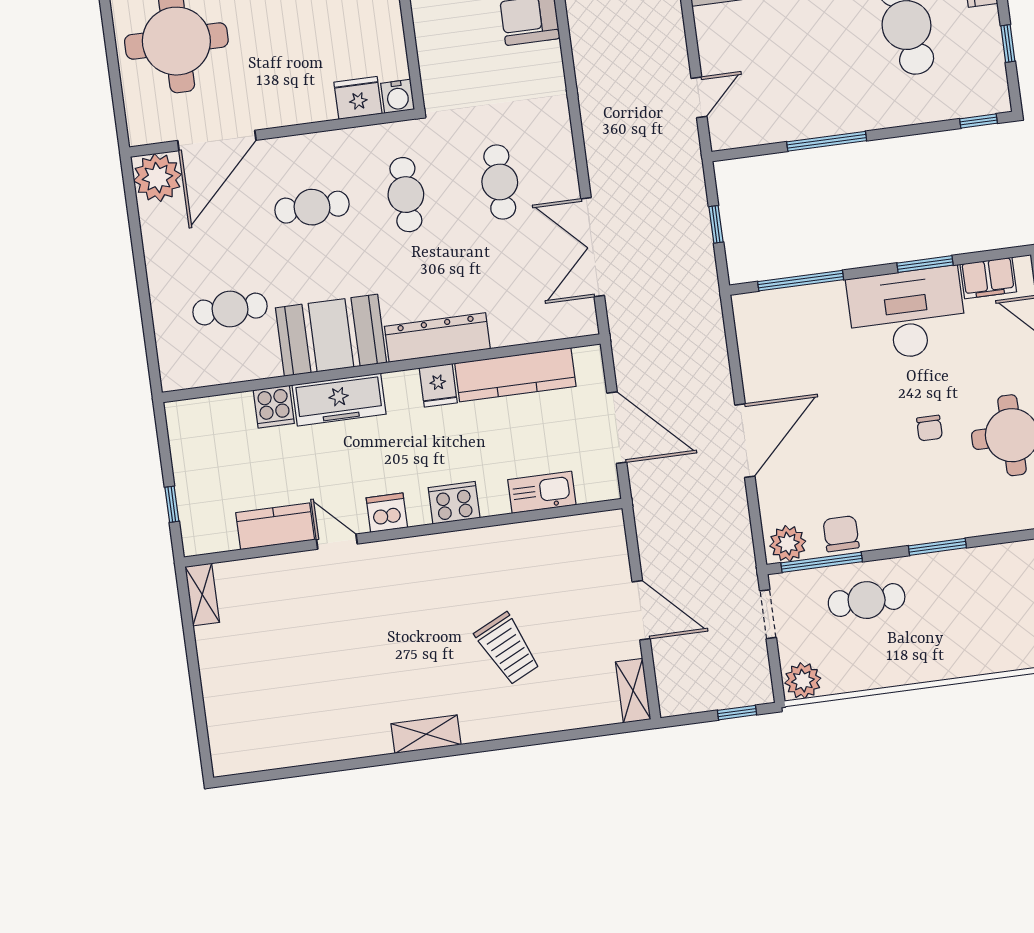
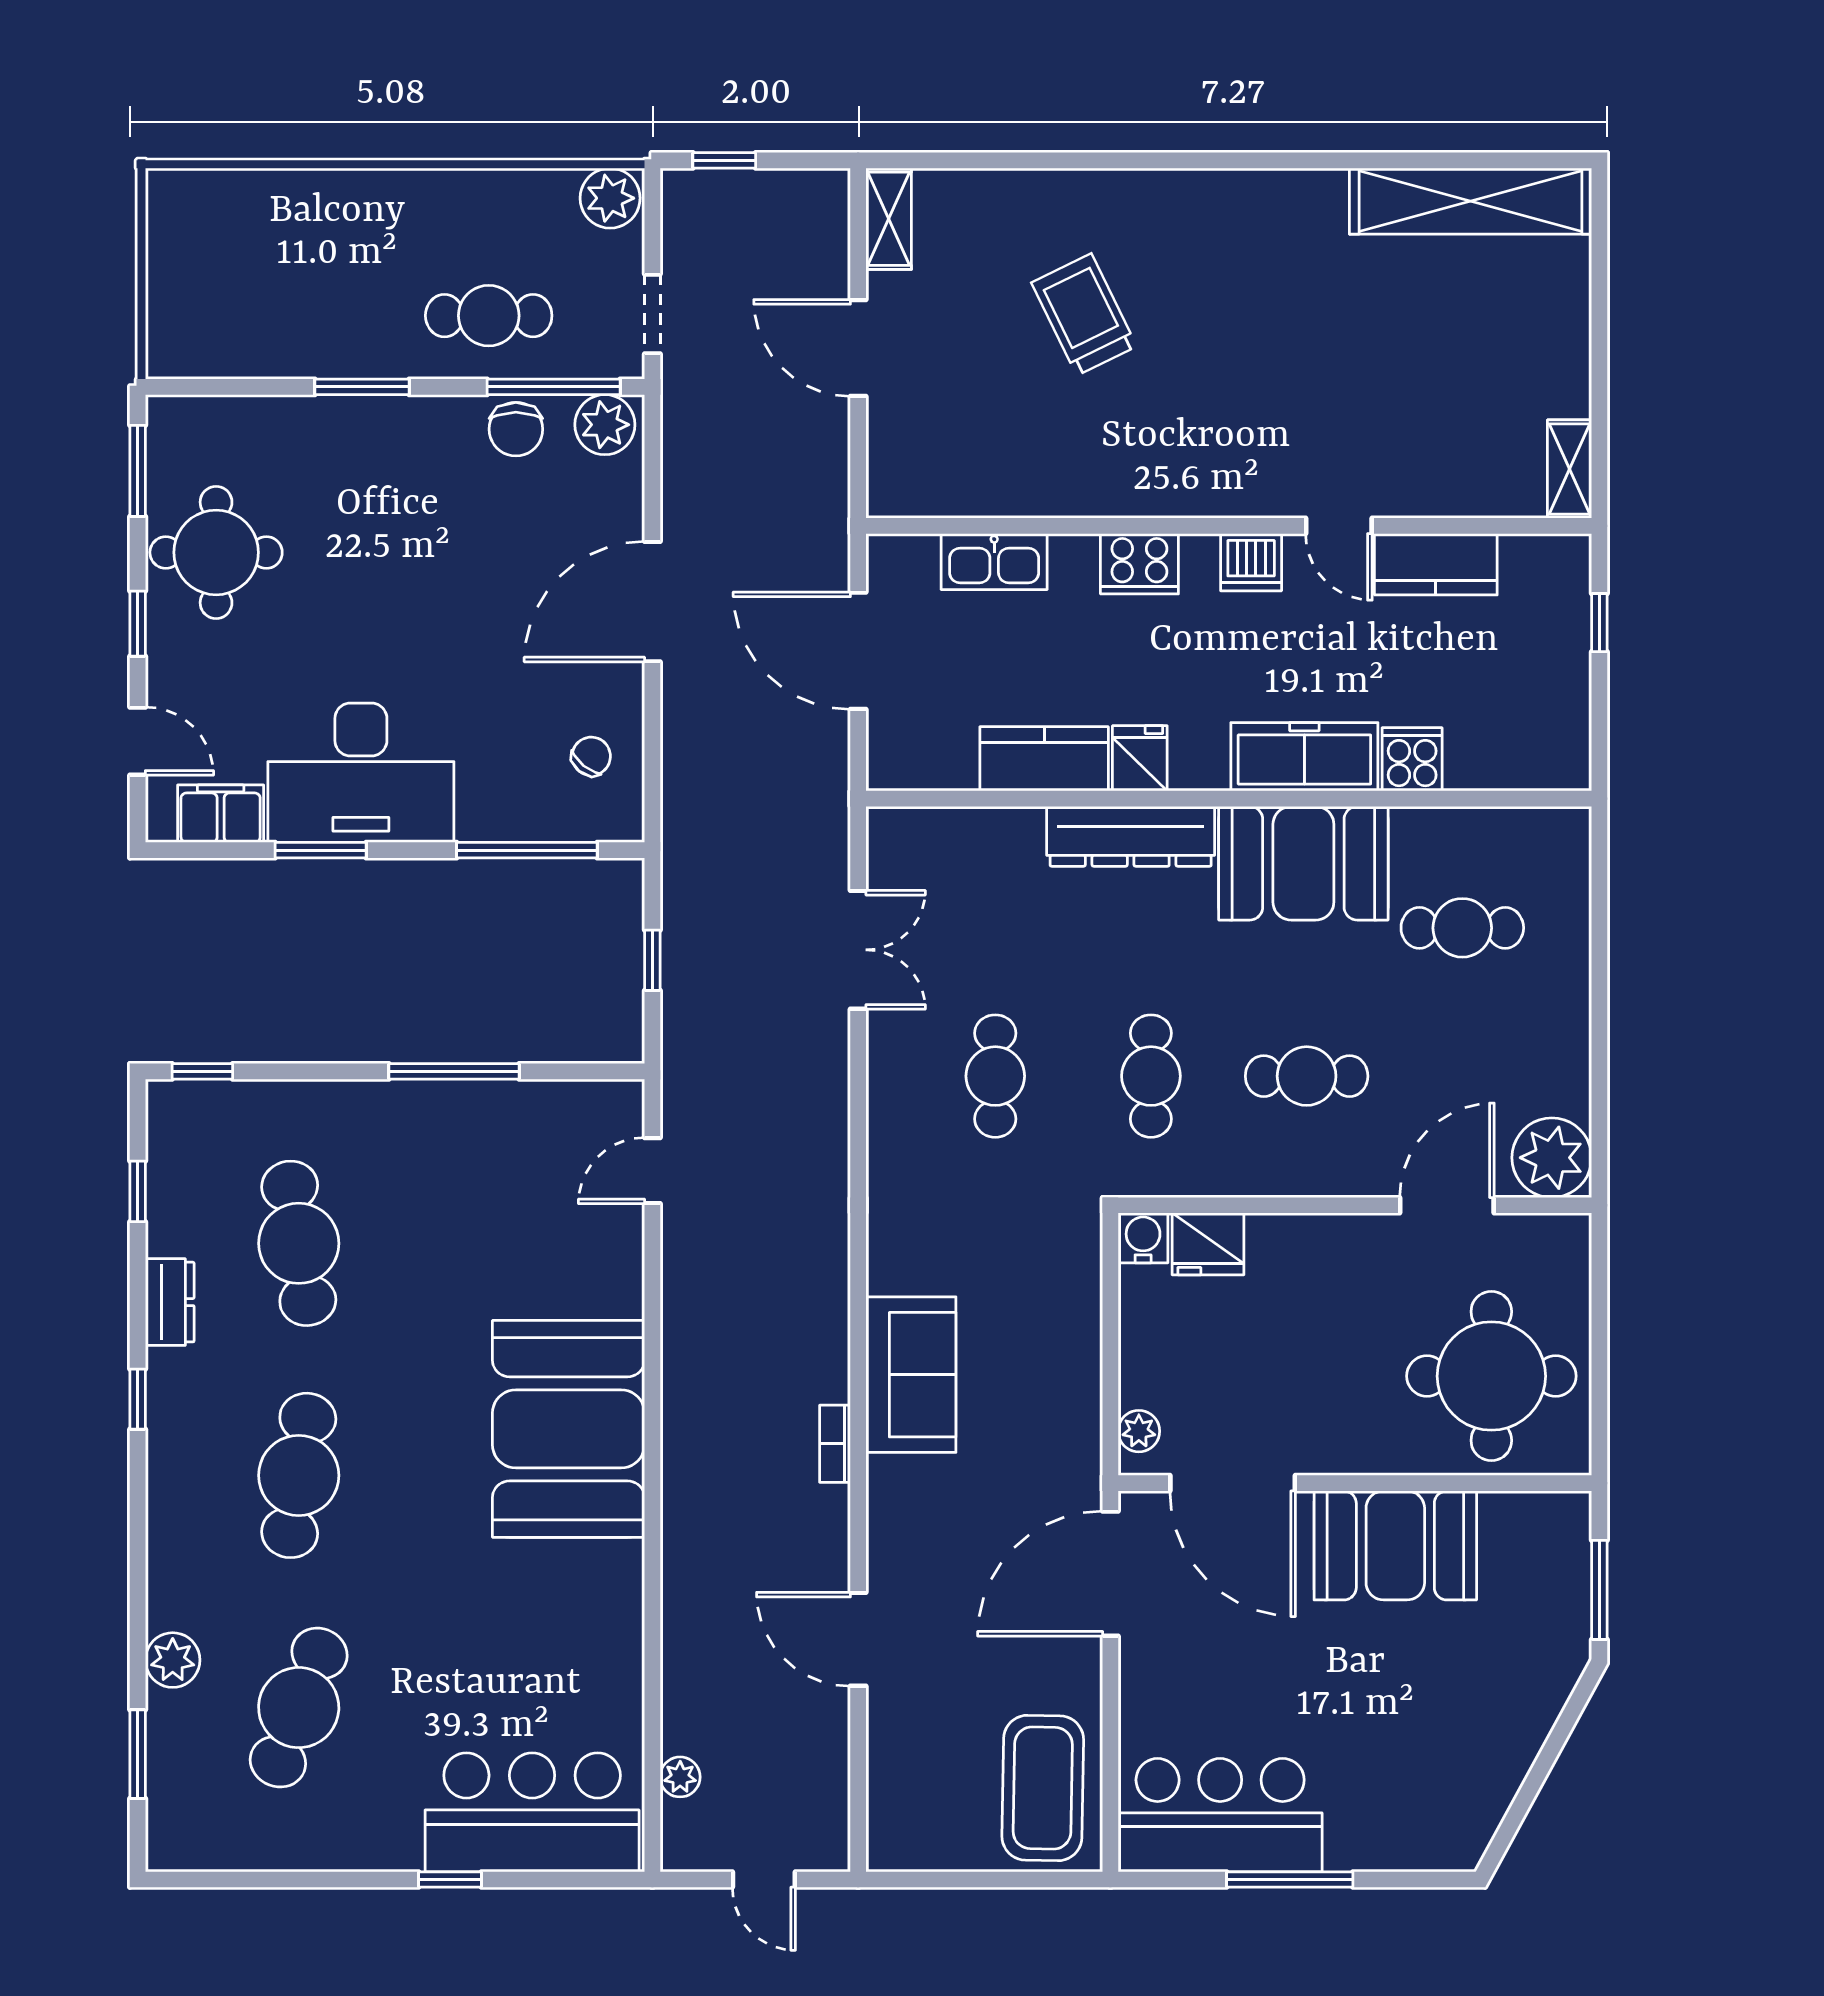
door: (217, 140) -> (1447, 1205), width x0.73
double door: (593, 247) -> (858, 950), width x0.73
kitchen counter: (515, 375) -> (1044, 759), width x0.67
chair: (929, 428) -> (591, 756), moved, turned 39
shelving: (426, 734) -> (1471, 201), moved, width x2.20, depth x1.33

